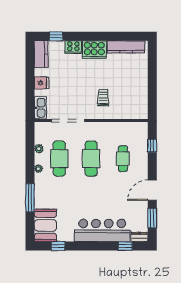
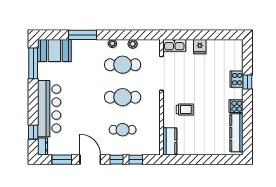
window: (56, 36) -> (247, 82), moved
cooker: (94, 50) -> (236, 106), width x0.53, depth x0.76
kitchen counter: (41, 54) -> (170, 141), moved, turned -90
window: (152, 164) -> (117, 160), added
window: (58, 246) -> (33, 63), width x2.17

